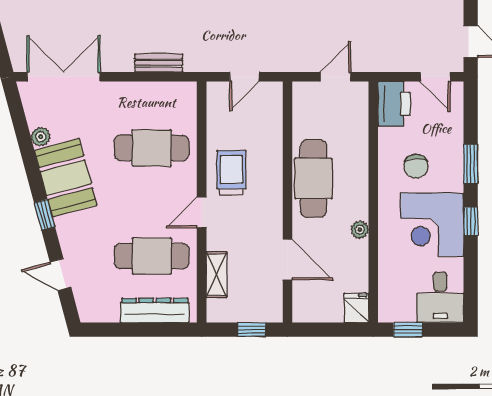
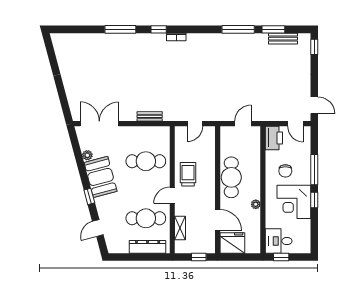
window: (471, 164) -> (314, 170), width x1.44
door: (60, 275) -> (98, 228), hinge flipped
desk: (440, 297) -> (279, 241), moved, turned 90
fridge: (356, 308) -> (232, 243), moved, width x1.88, depth x1.34

